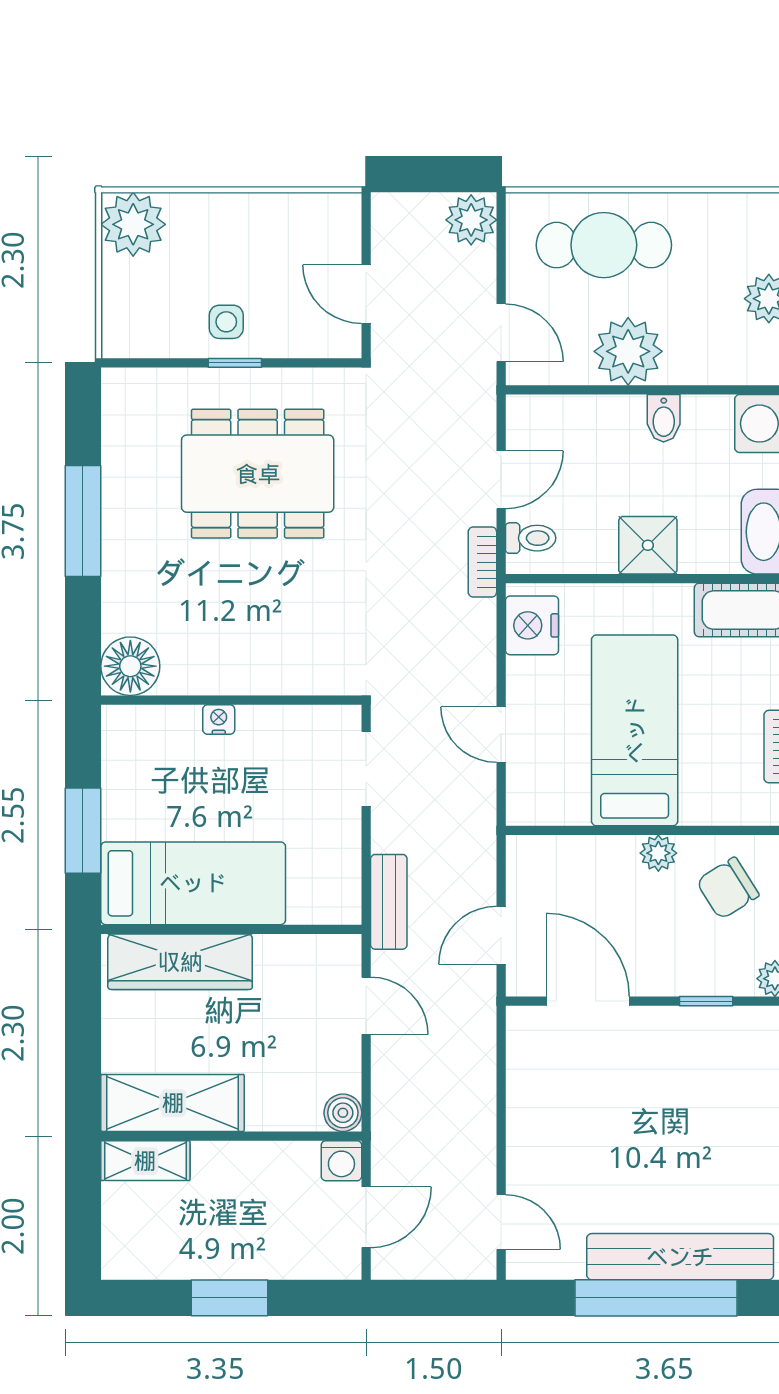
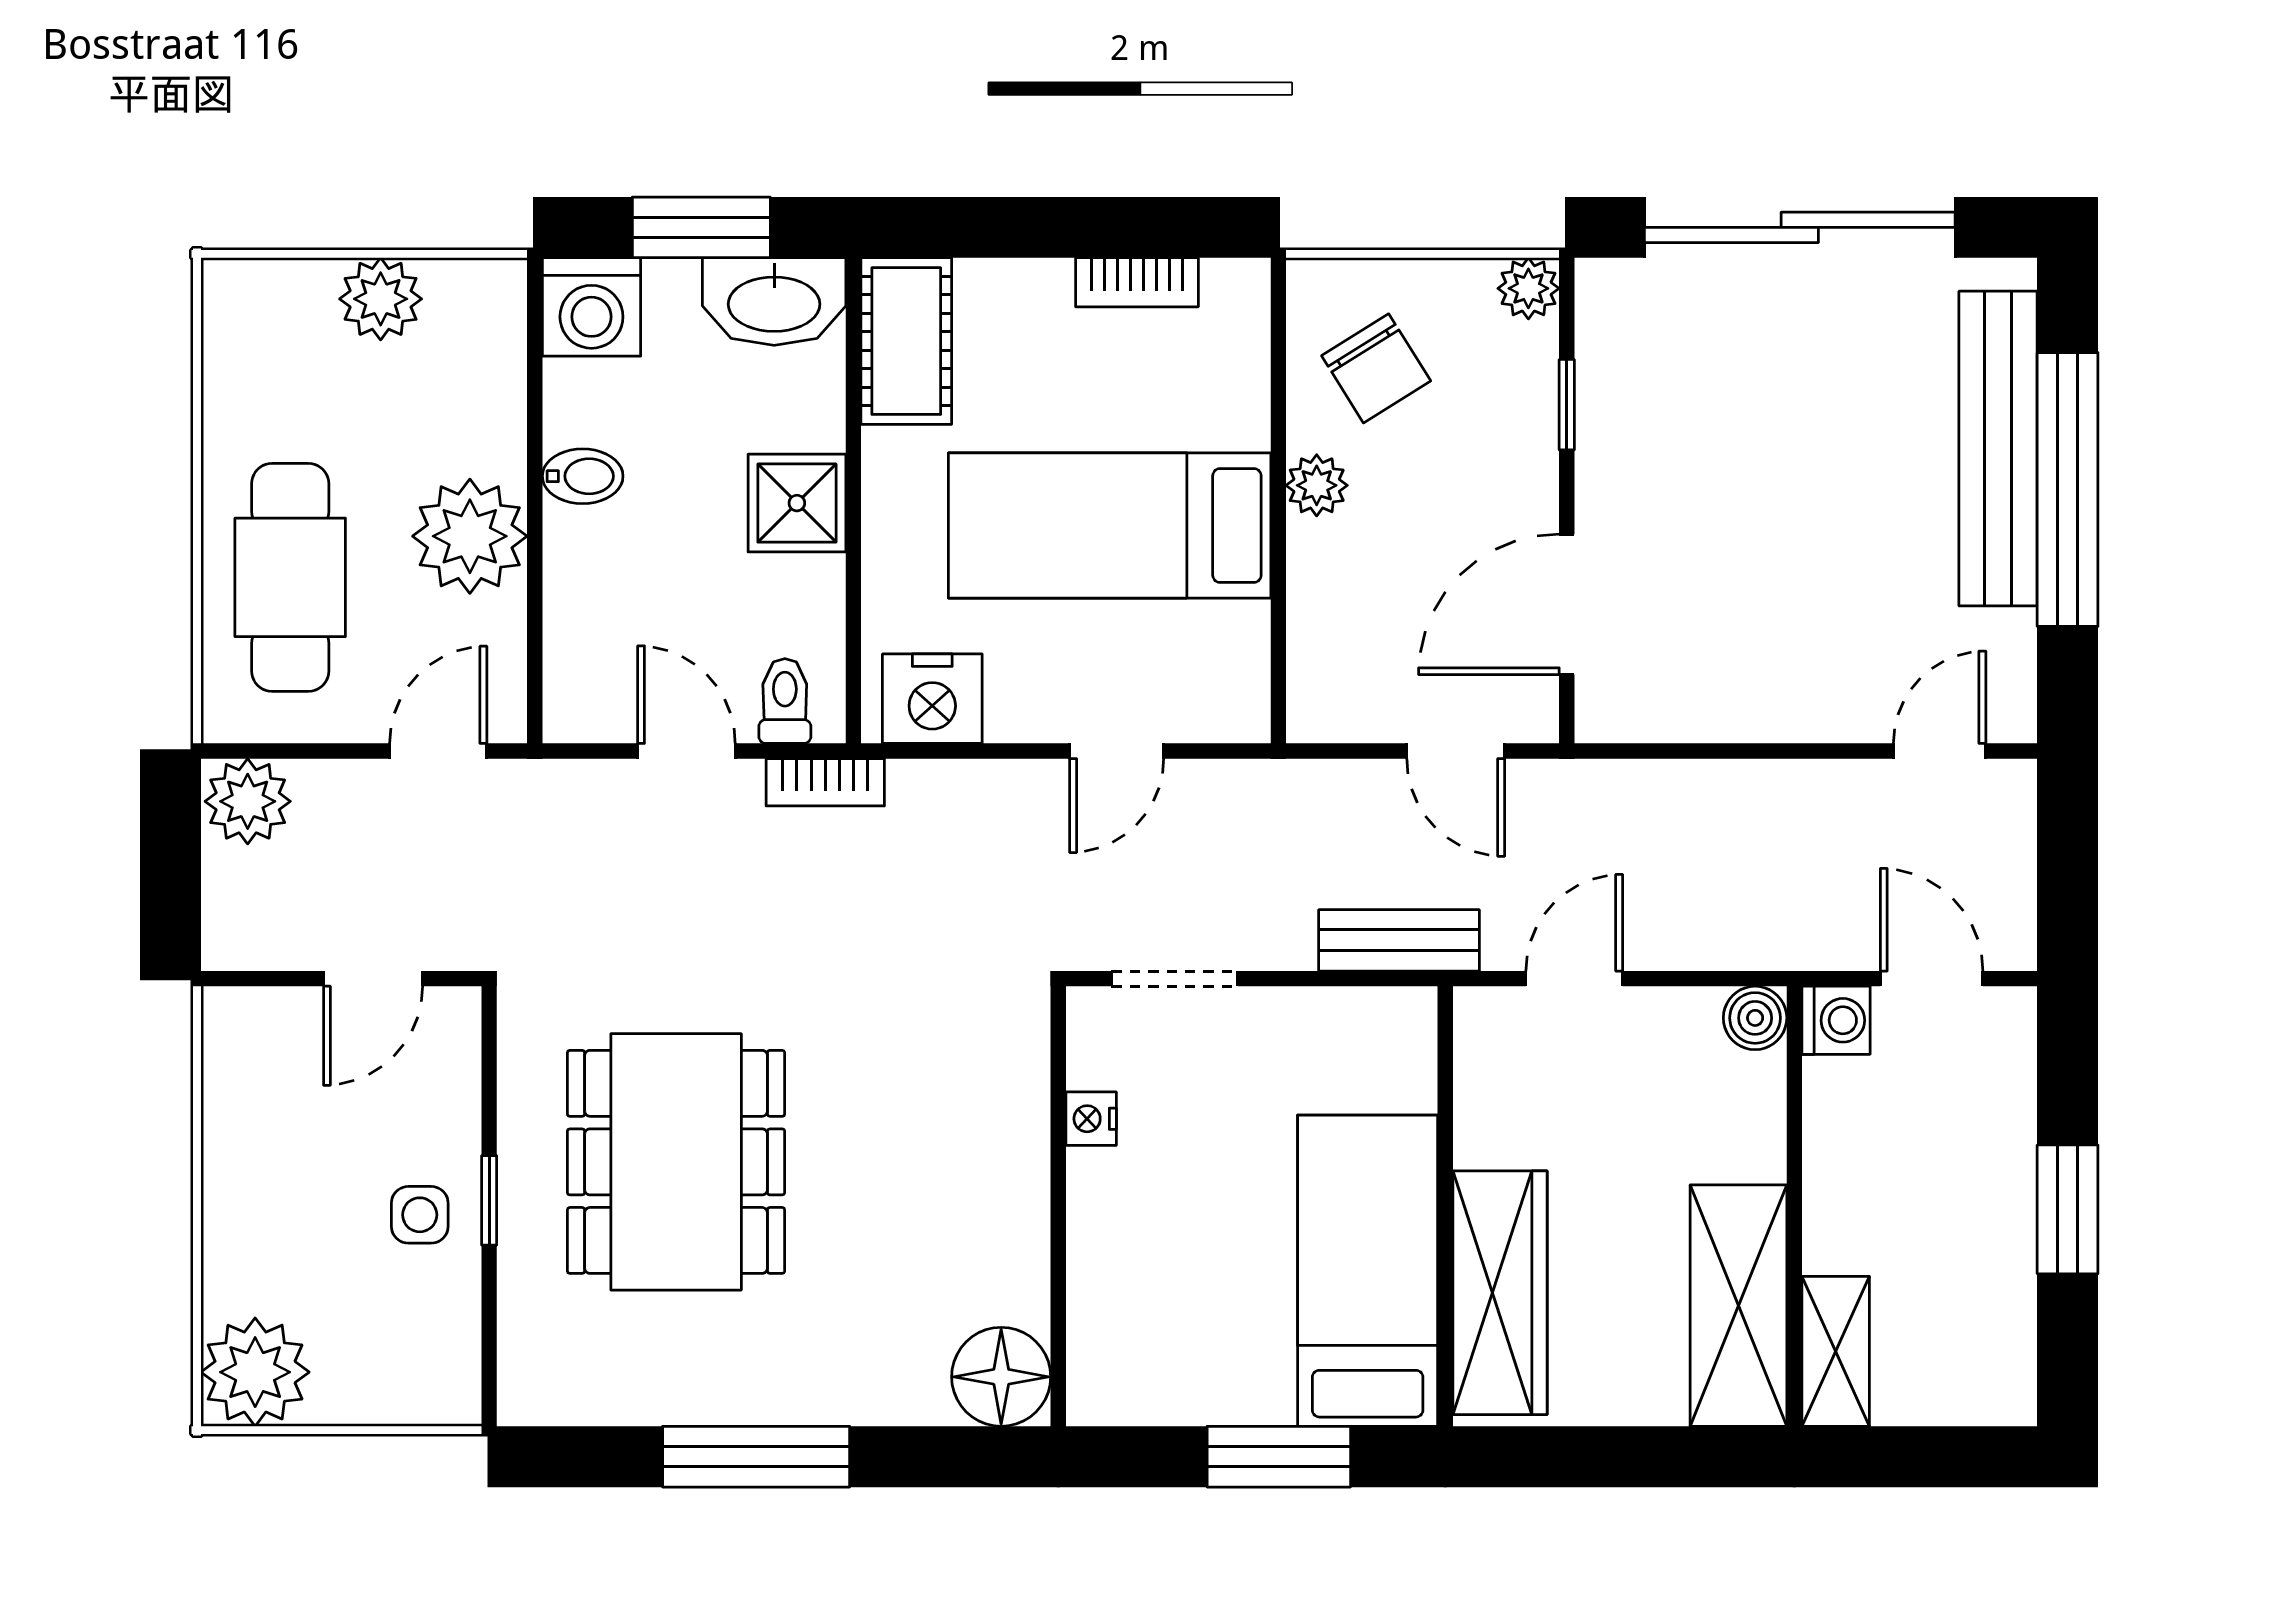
nightstand: (219, 719) -> (1091, 1119), moved

